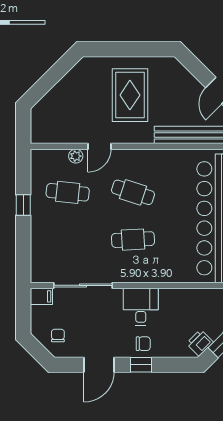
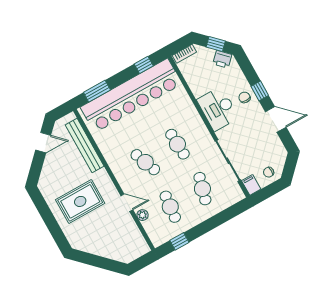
cafe table: (133, 192) -> (145, 162), turned -39
window: (23, 205) -> (179, 241), moved
cafe table: (68, 240) -> (202, 189), added
desk: (141, 307) -> (218, 109), width x1.37
chair: (58, 336) -> (269, 172), moved

